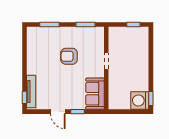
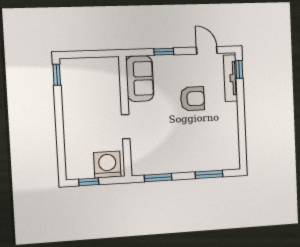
armchair: (69, 56) -> (192, 99), moved
washing machine: (140, 100) -> (107, 165), moved, turned -90
door: (58, 112) -> (207, 50), moved

